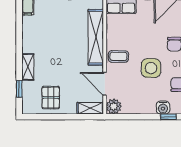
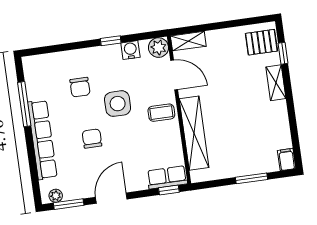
pallet: (51, 98) -> (261, 42), moved, turned 90
water cooler: (163, 108) -> (130, 50), moved
window: (168, 117) -> (111, 41), moved

